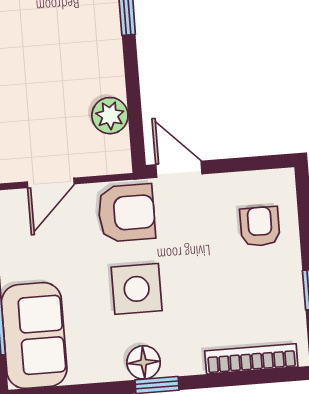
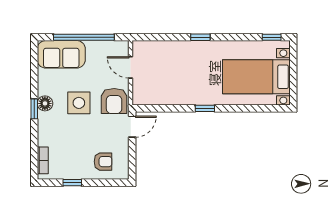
plant: (110, 116) -> (159, 97), removed
bookcase: (251, 359) -> (43, 160), width x0.64

